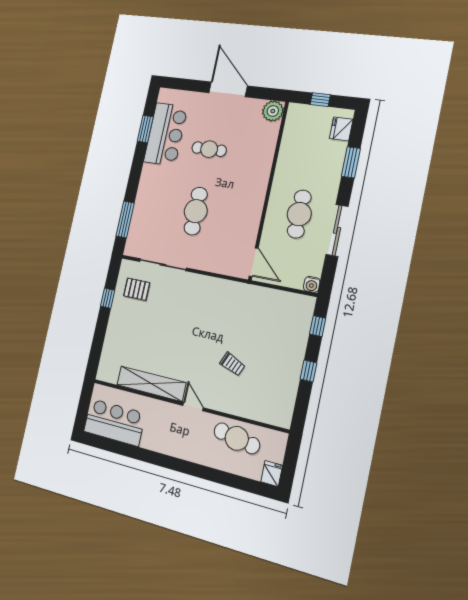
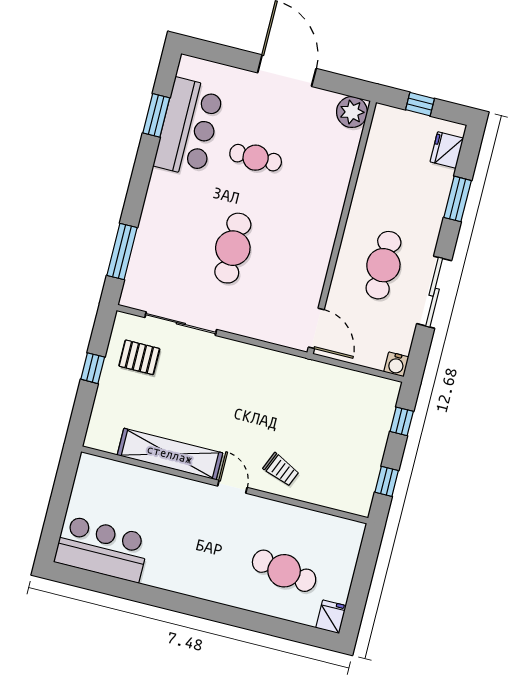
shelving: (151, 384) -> (170, 454), moved
wall: (188, 405) -> (225, 485), moved
door: (193, 407) -> (232, 487), moved

